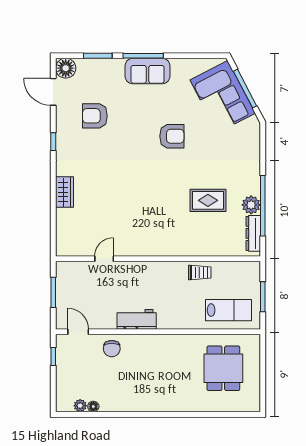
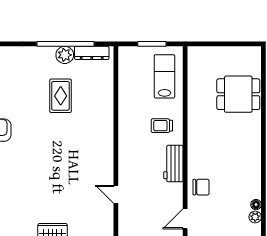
trolley: (200, 272) -> (162, 126), moved, turned -90
dining table: (223, 368) -> (238, 94), moved

